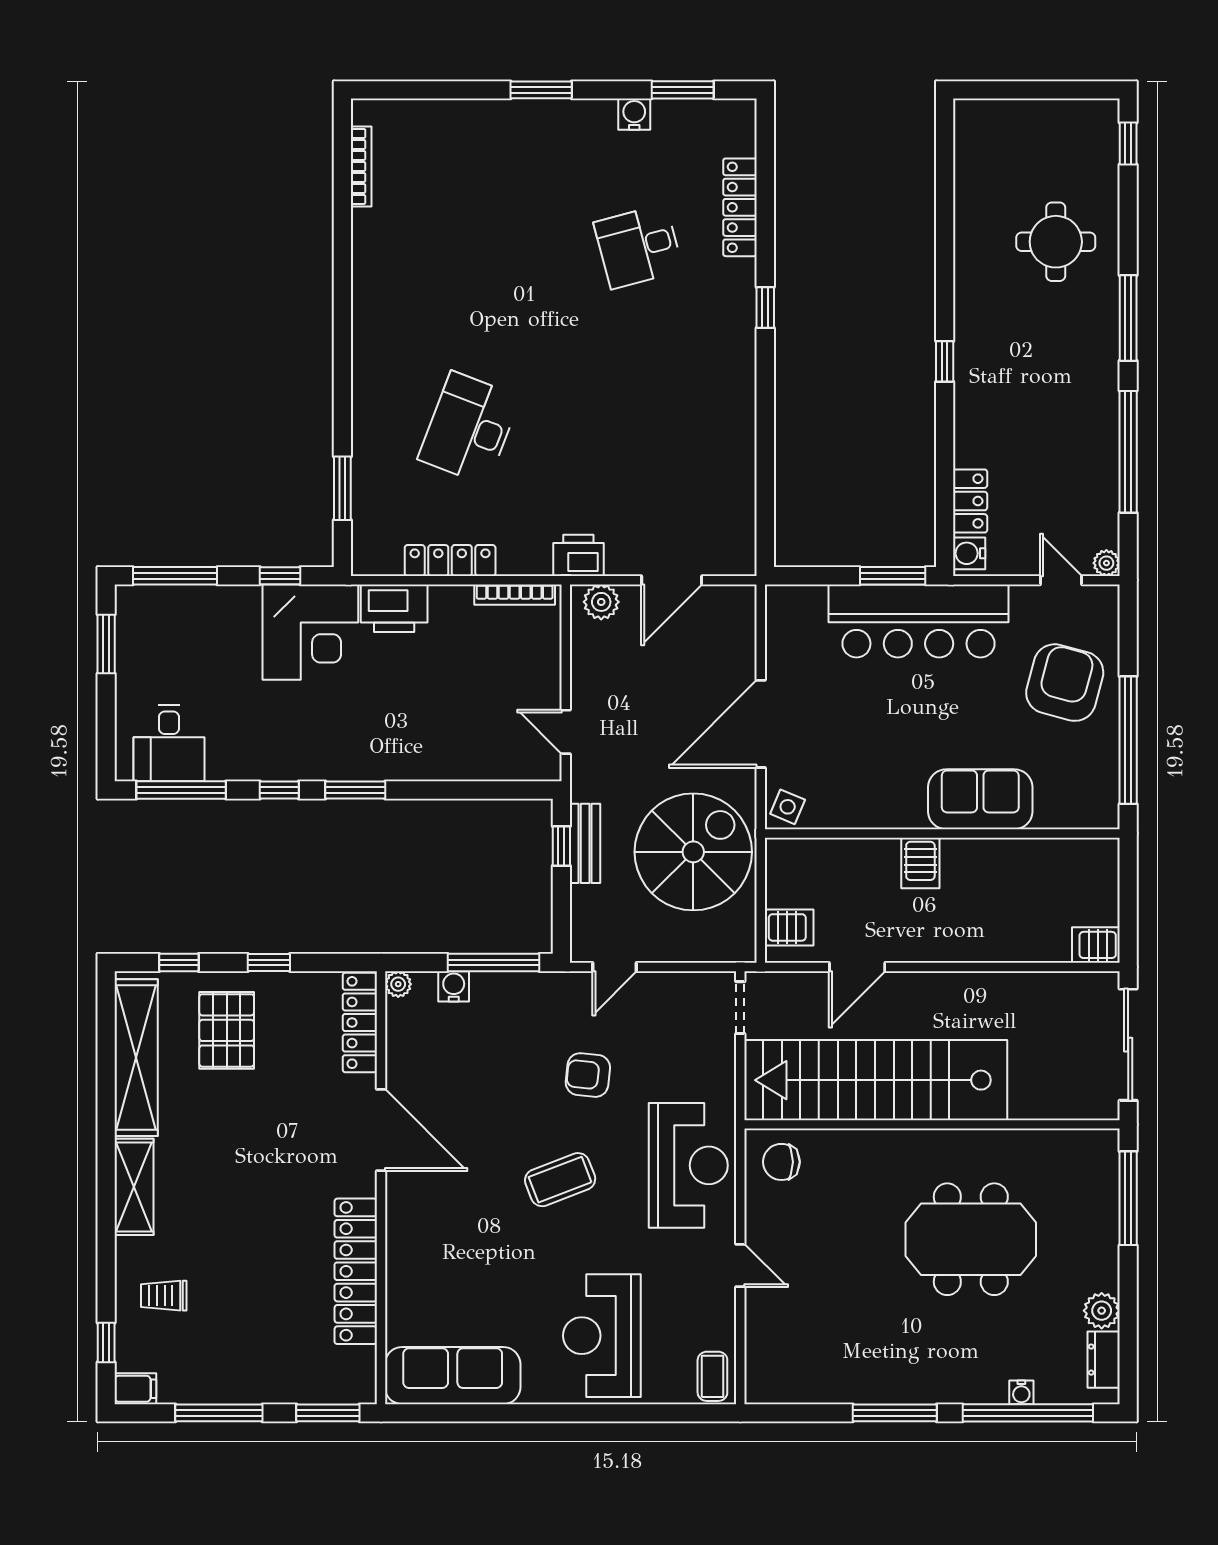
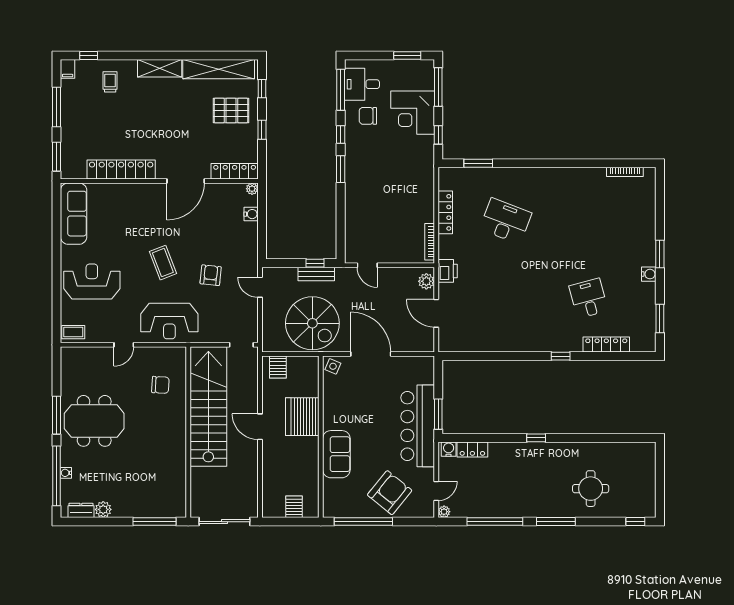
water cooler: (634, 114) -> (649, 274), moved
printer: (394, 608) -> (424, 187), removed
corner desk: (310, 632) -> (413, 113), moved
armchair: (1065, 683) -> (390, 493), turned -66
chair: (238, 730) -> (368, 116), added
door: (566, 732) -> (367, 265), swing flipped
server rack: (920, 863) -> (302, 417), width x2.18, depth x1.44
server rack: (1096, 945) -> (294, 507), moved
window: (493, 962) -> (262, 232), removed
door: (857, 967) -> (260, 427), moved
chair: (781, 1162) -> (160, 385), moved, turned 93
meeting table: (971, 1239) -> (94, 421), moved, turned 90

